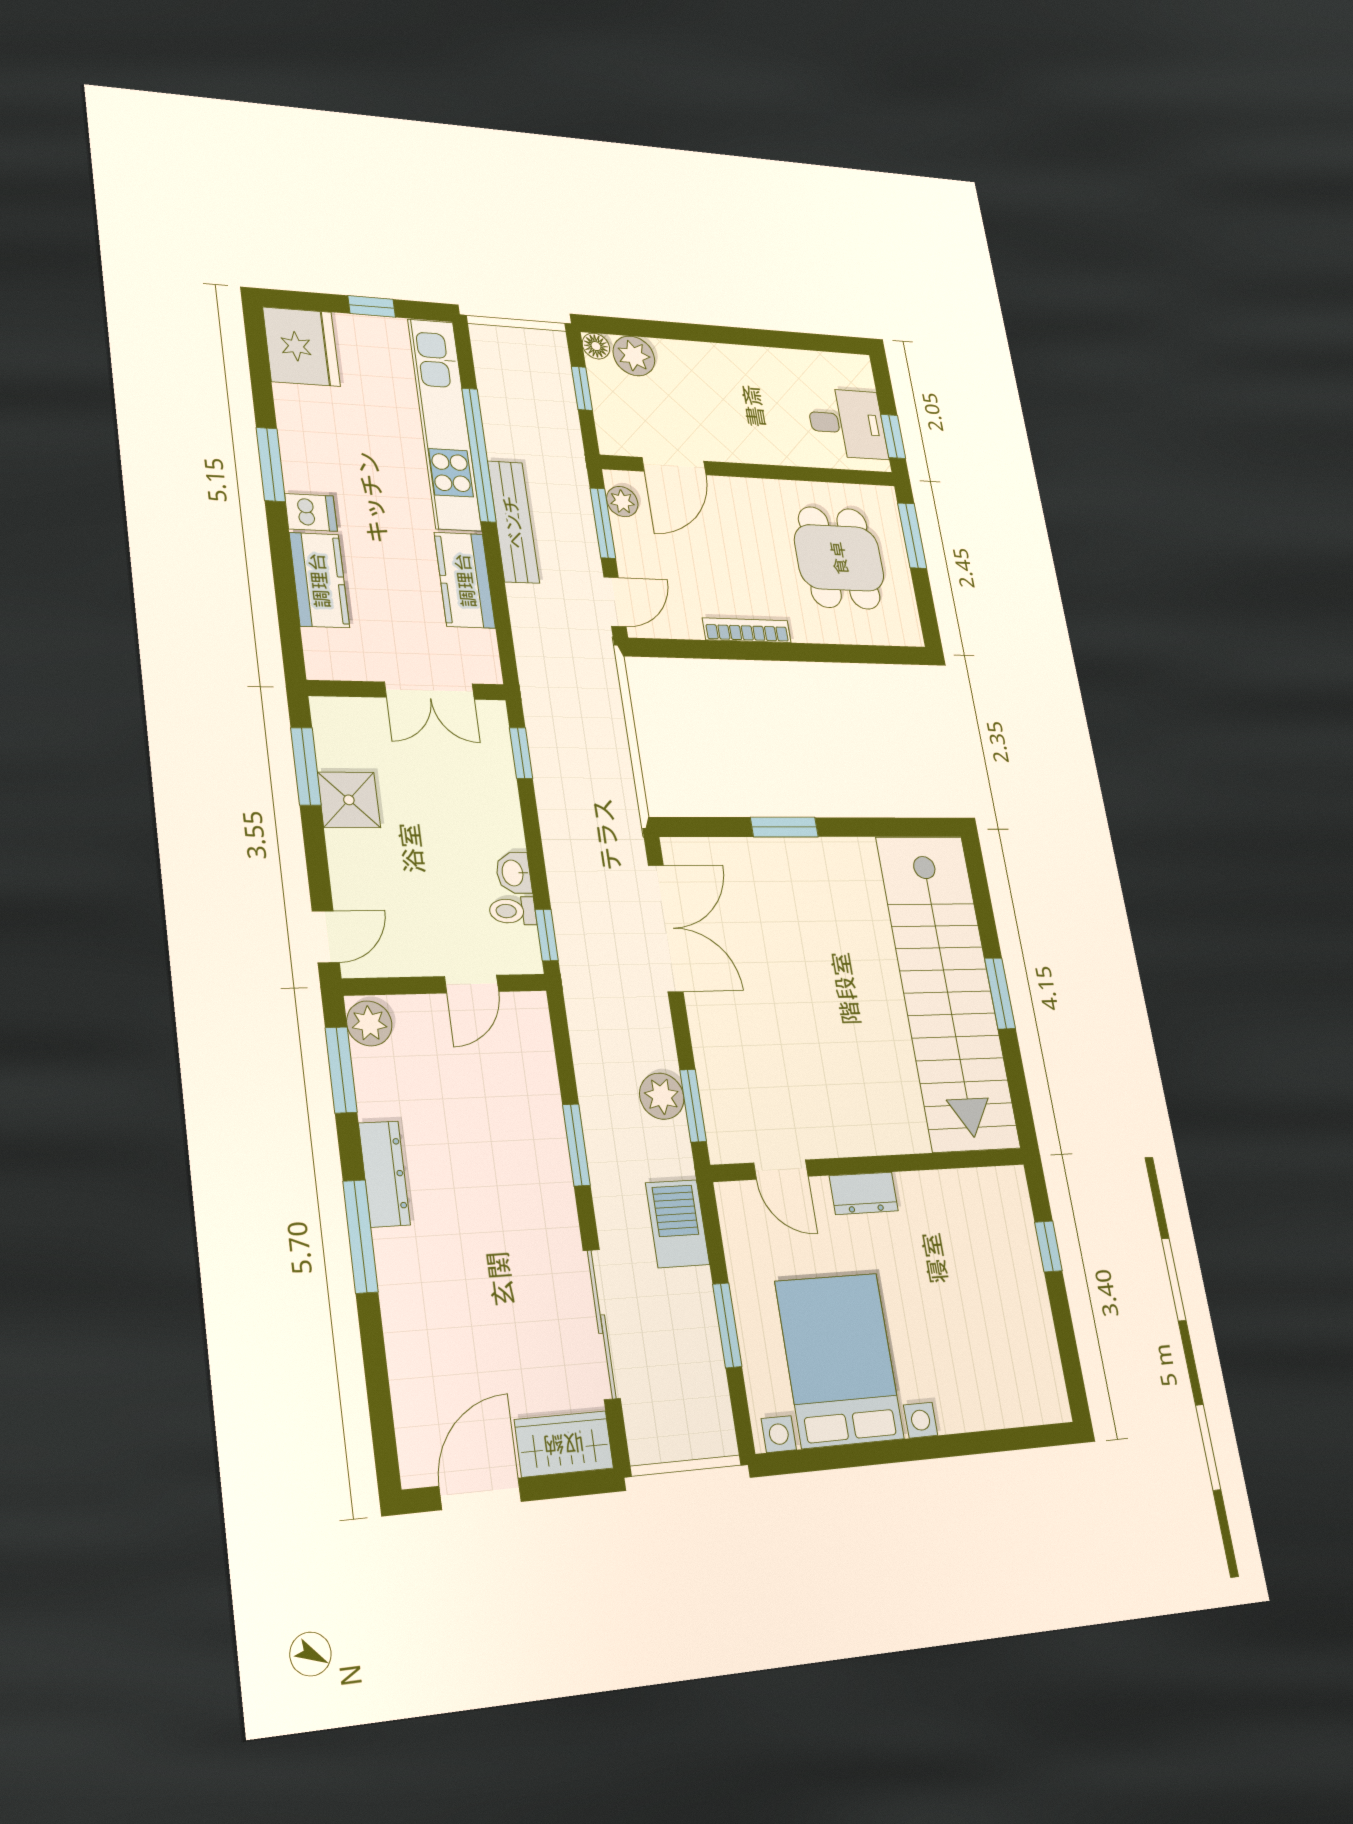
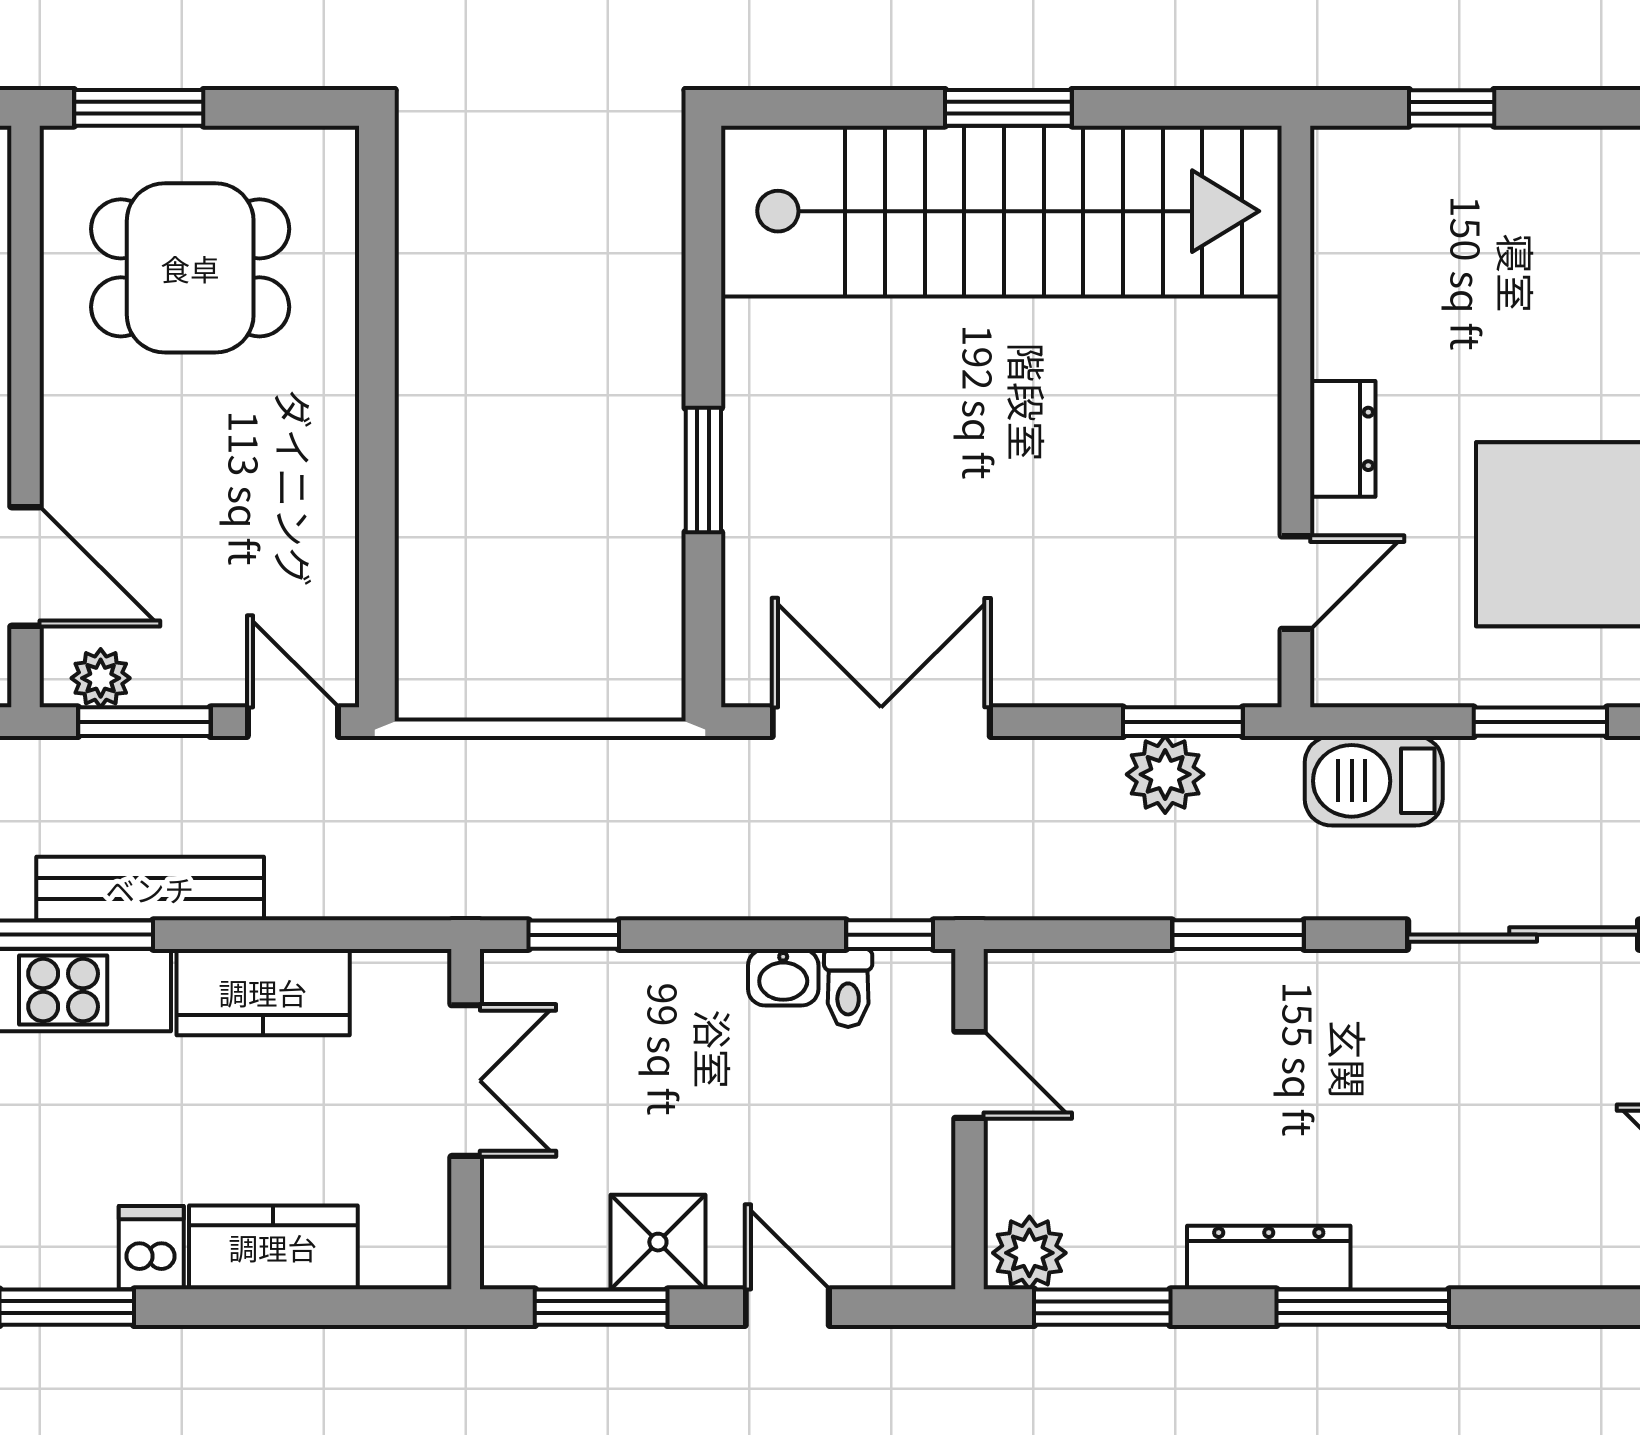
bookcase: (747, 630) -> (338, 478), removed
door: (326, 937) -> (787, 1307), moved

